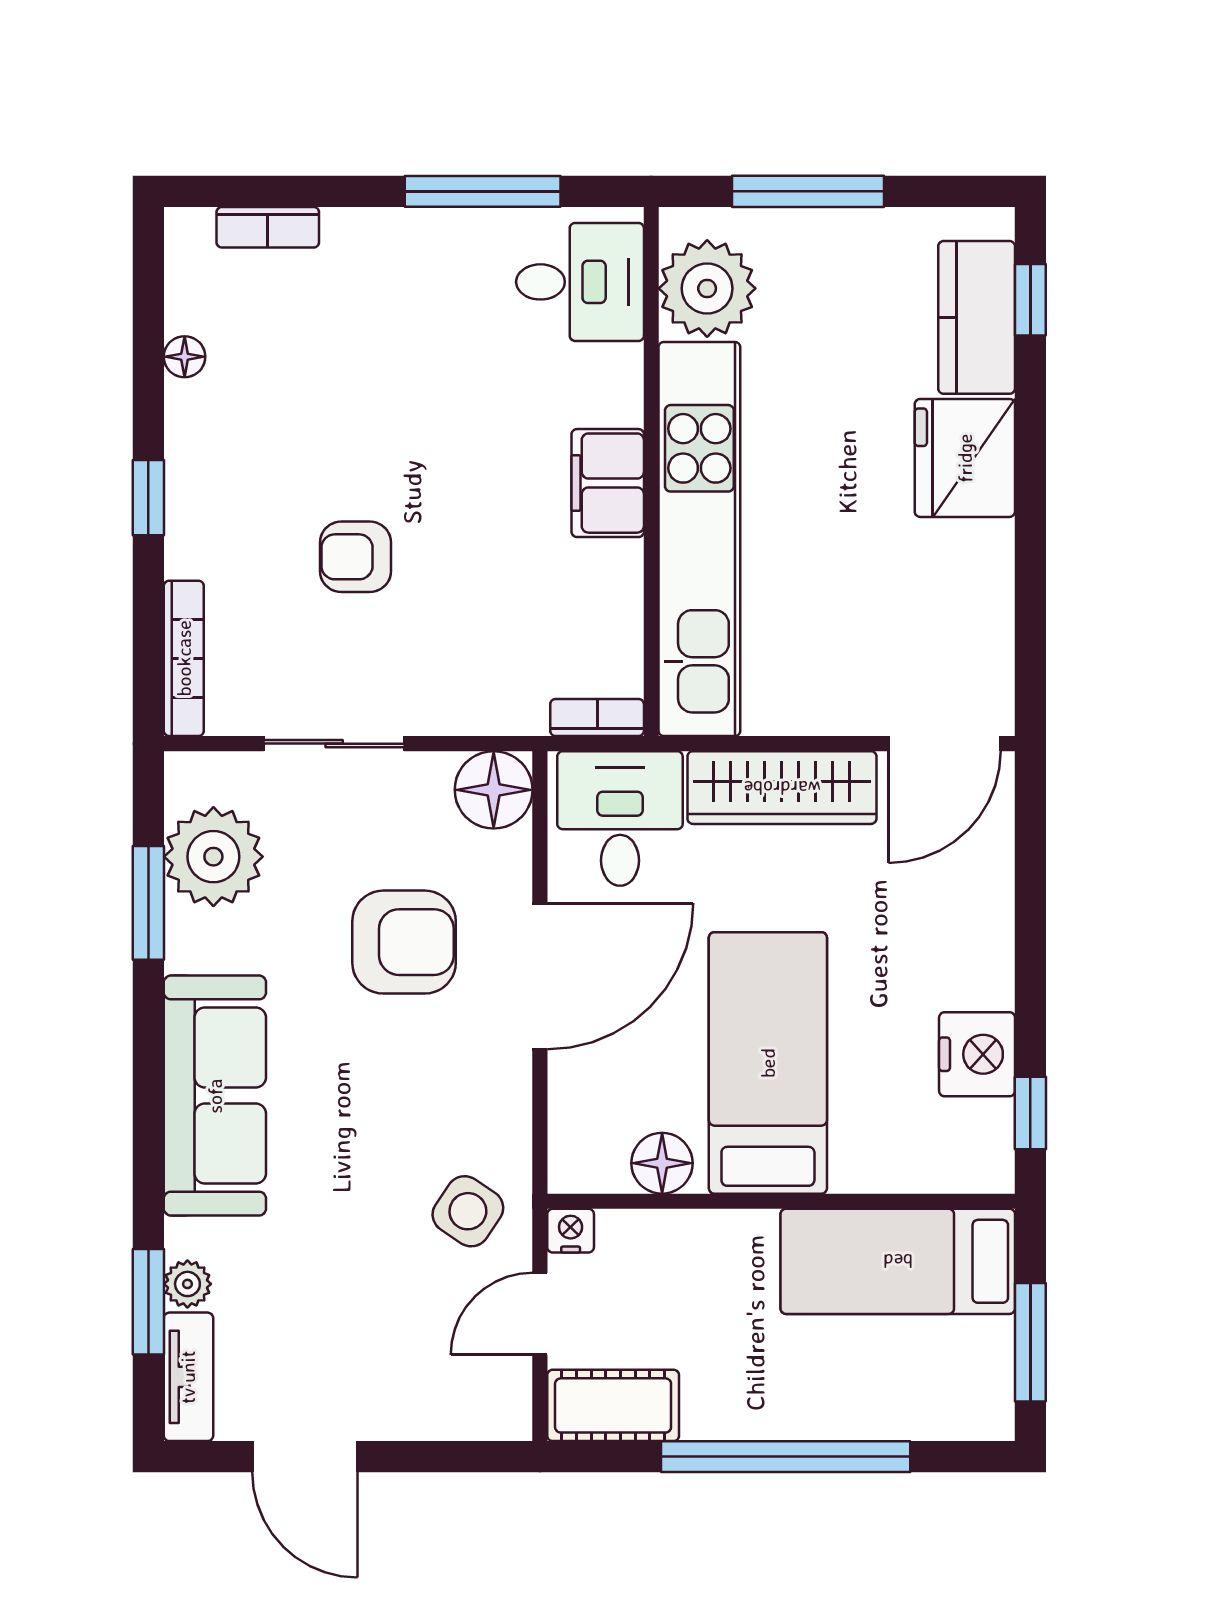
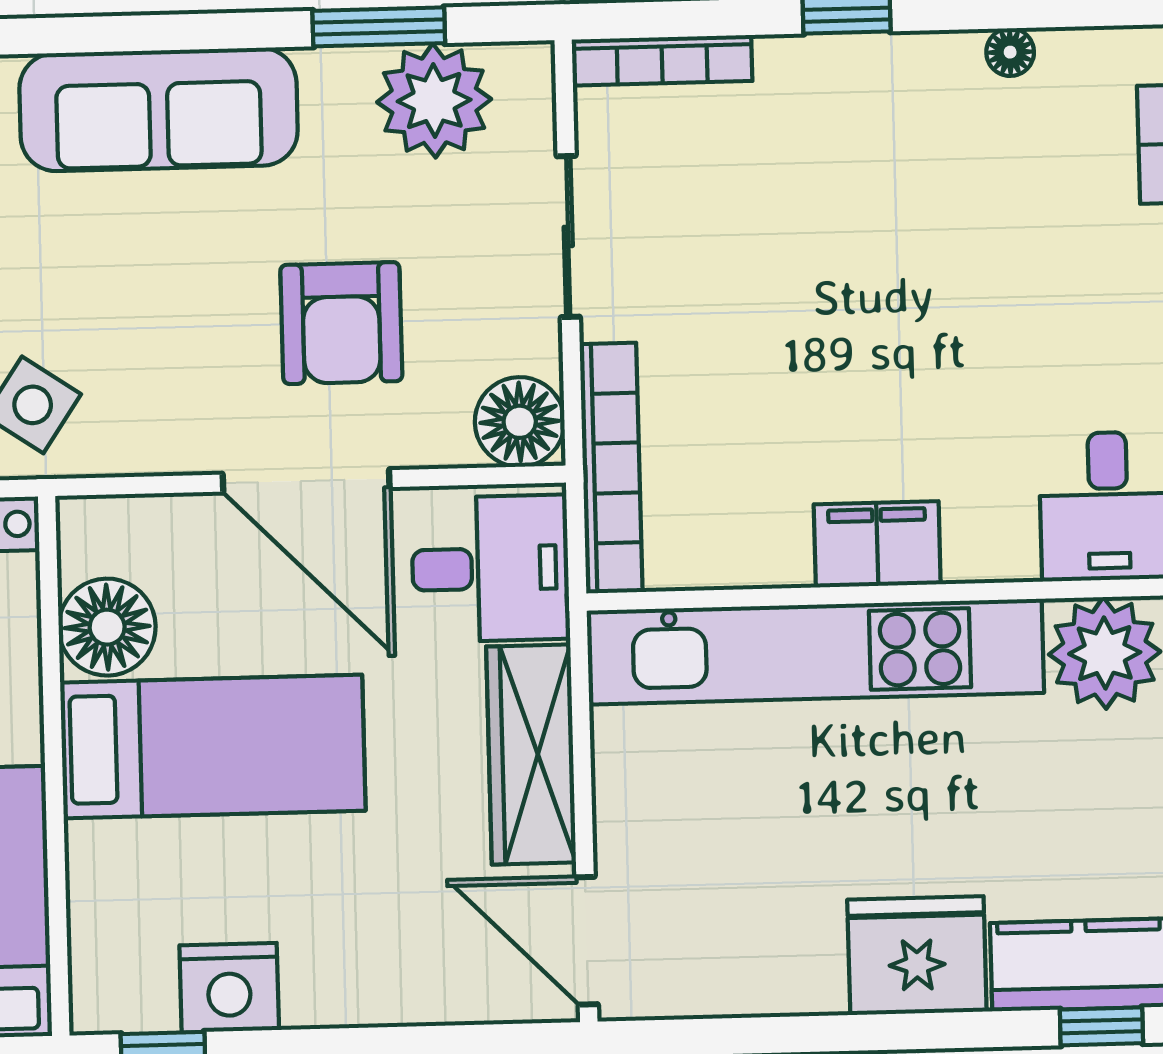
armchair: (355, 557) -> (784, 255), removed
bookcase: (597, 717) -> (611, 468), width x2.31, depth x1.31
floor lamp: (662, 1163) -> (107, 627), width x1.38, depth x1.38

